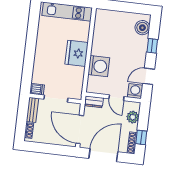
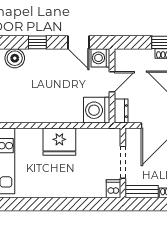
washing machine: (99, 66) -> (97, 110), moved, turned -90
plant: (133, 117) -> (135, 57), removed

